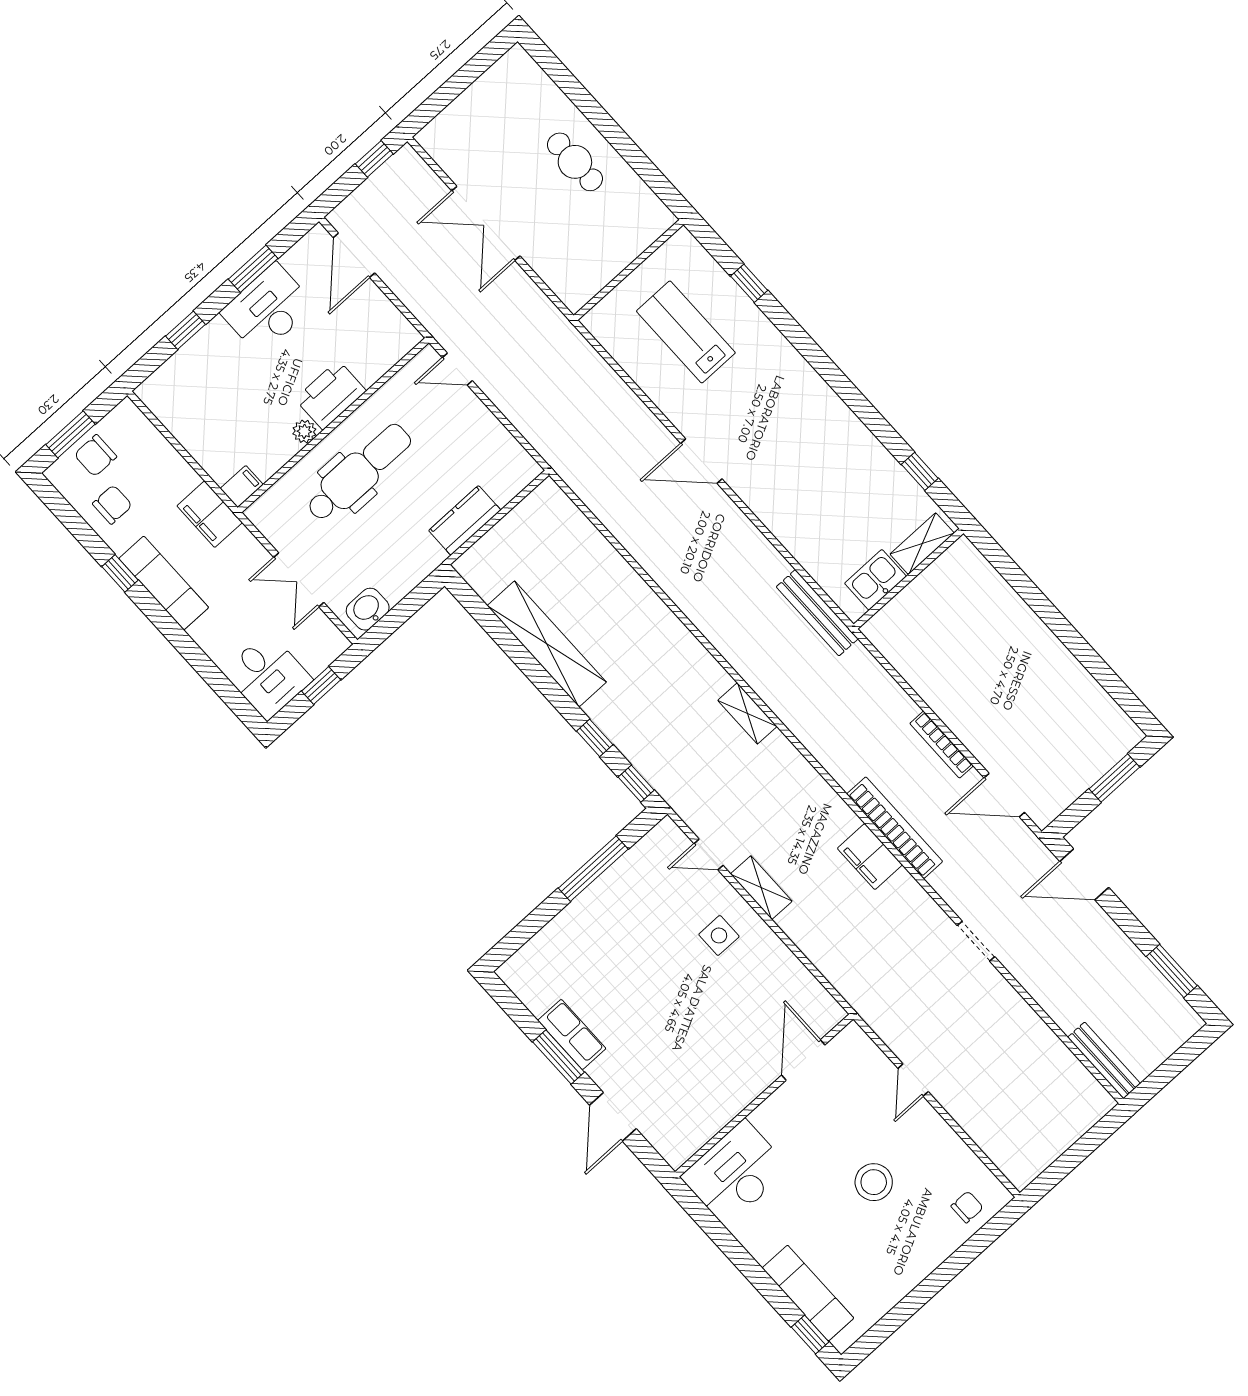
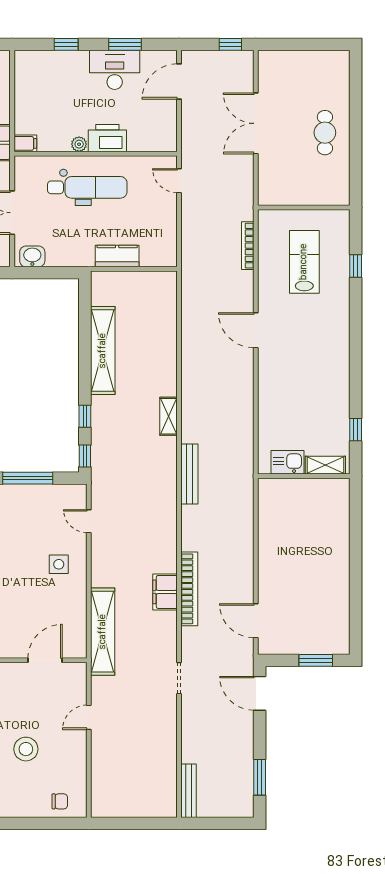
bench: (817, 613) -> (189, 474), moved
shelving: (747, 713) -> (168, 416), moved
bookcase: (942, 745) -> (248, 246), moved
shelving: (761, 888) -> (103, 632), moved, width x2.20, depth x1.33

